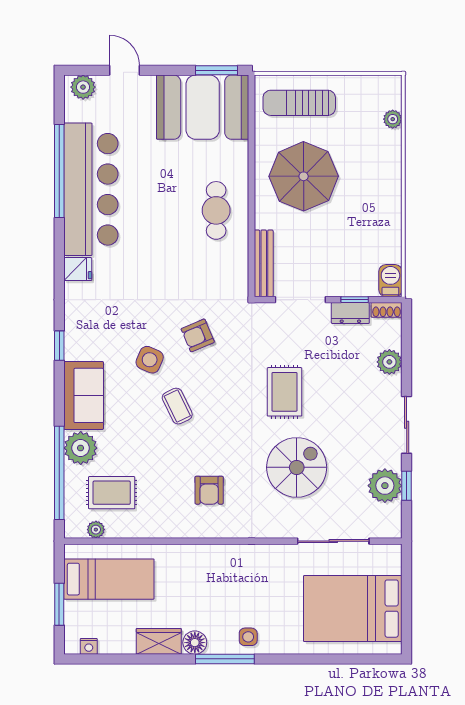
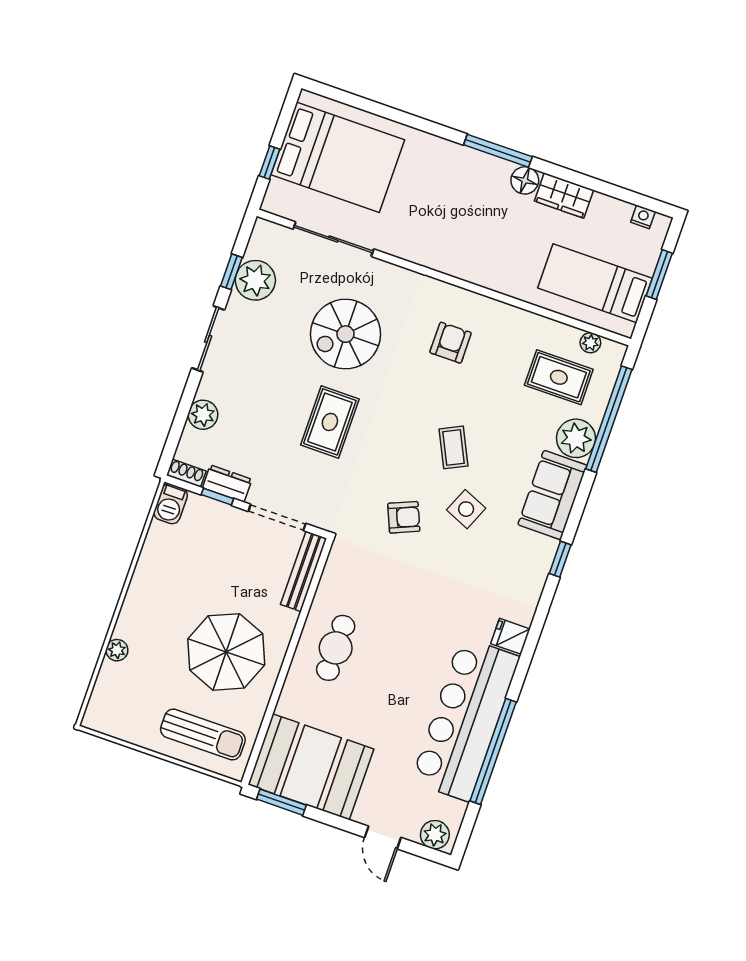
plant: (393, 119) -> (117, 650), moved
window: (407, 585) -> (270, 163), added
side table: (248, 637) -> (464, 166), removed

